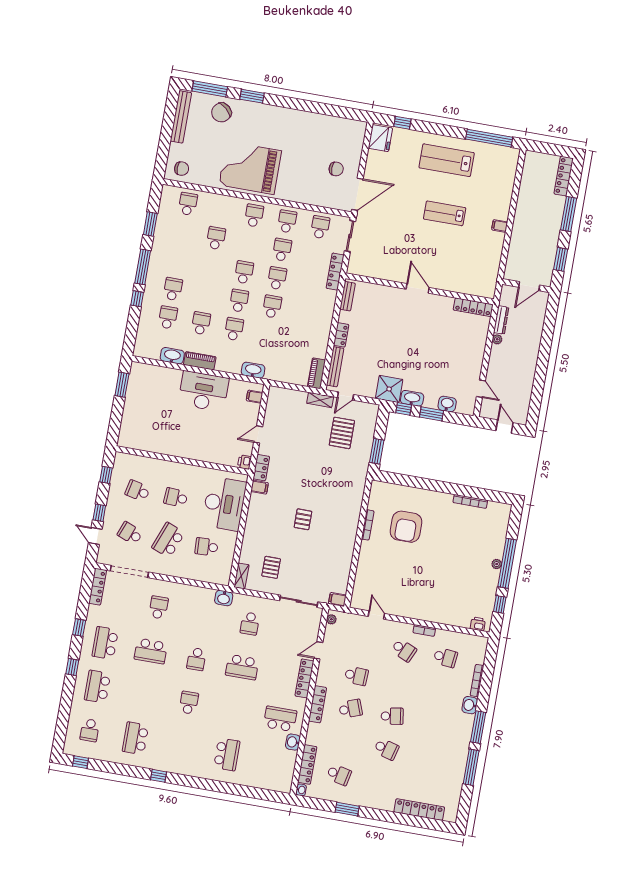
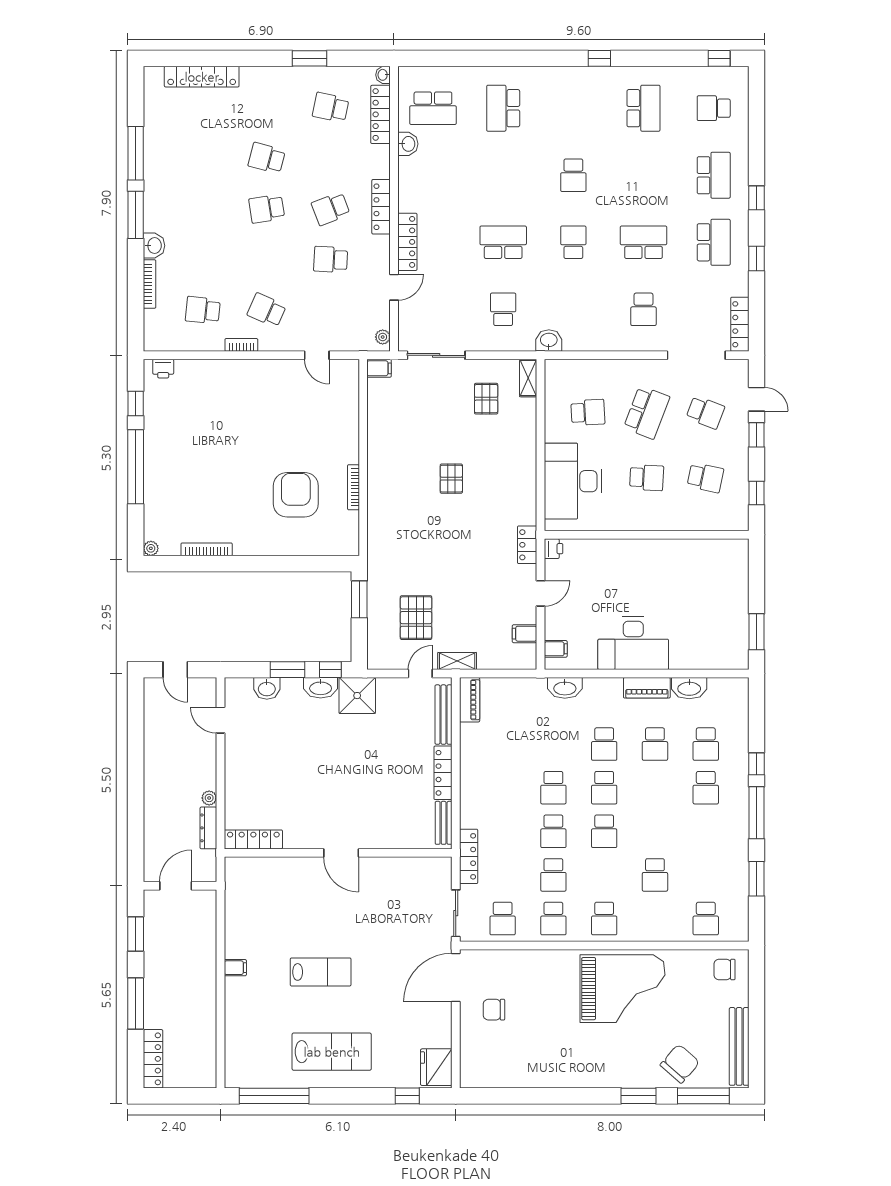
locker: (341, 335) -> (443, 773), width x1.53
filing cabinet: (260, 487) -> (525, 634), moved
plant: (497, 564) -> (151, 548), moved
school desk: (280, 719) -> (433, 108), moved
school desk: (90, 730) -> (714, 108), turned -90

